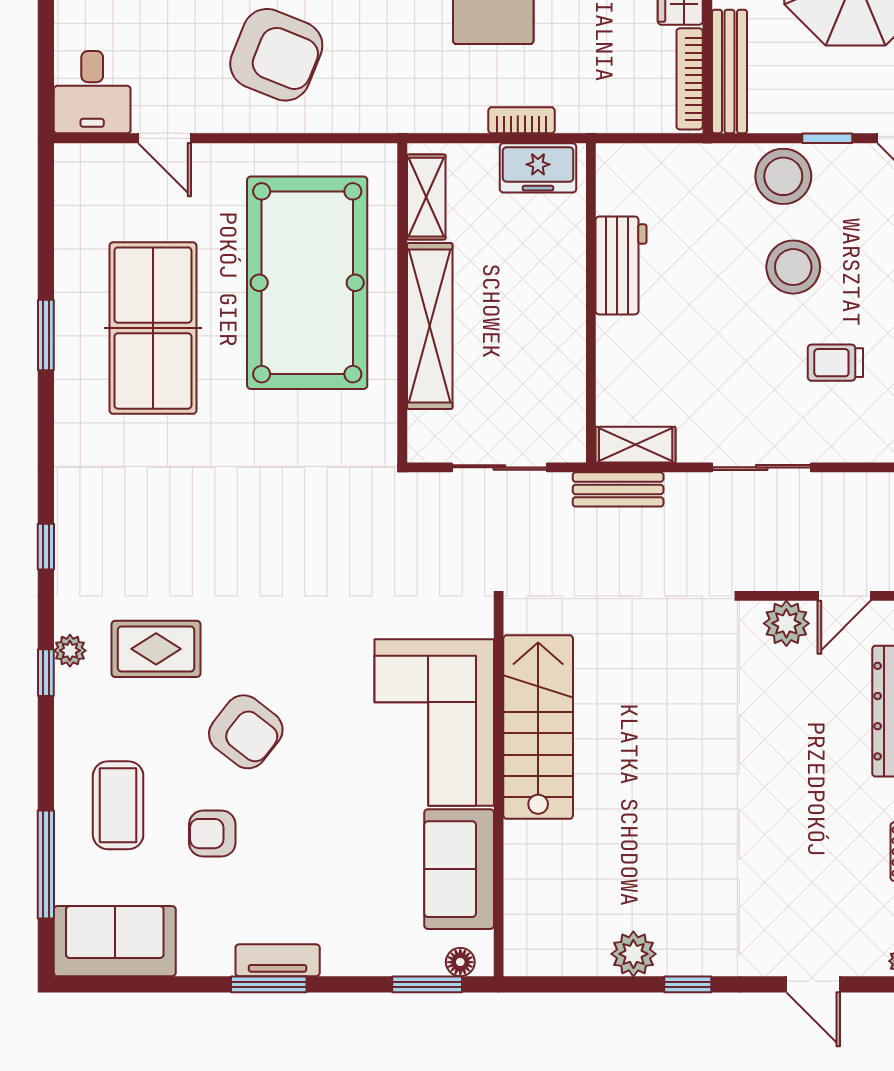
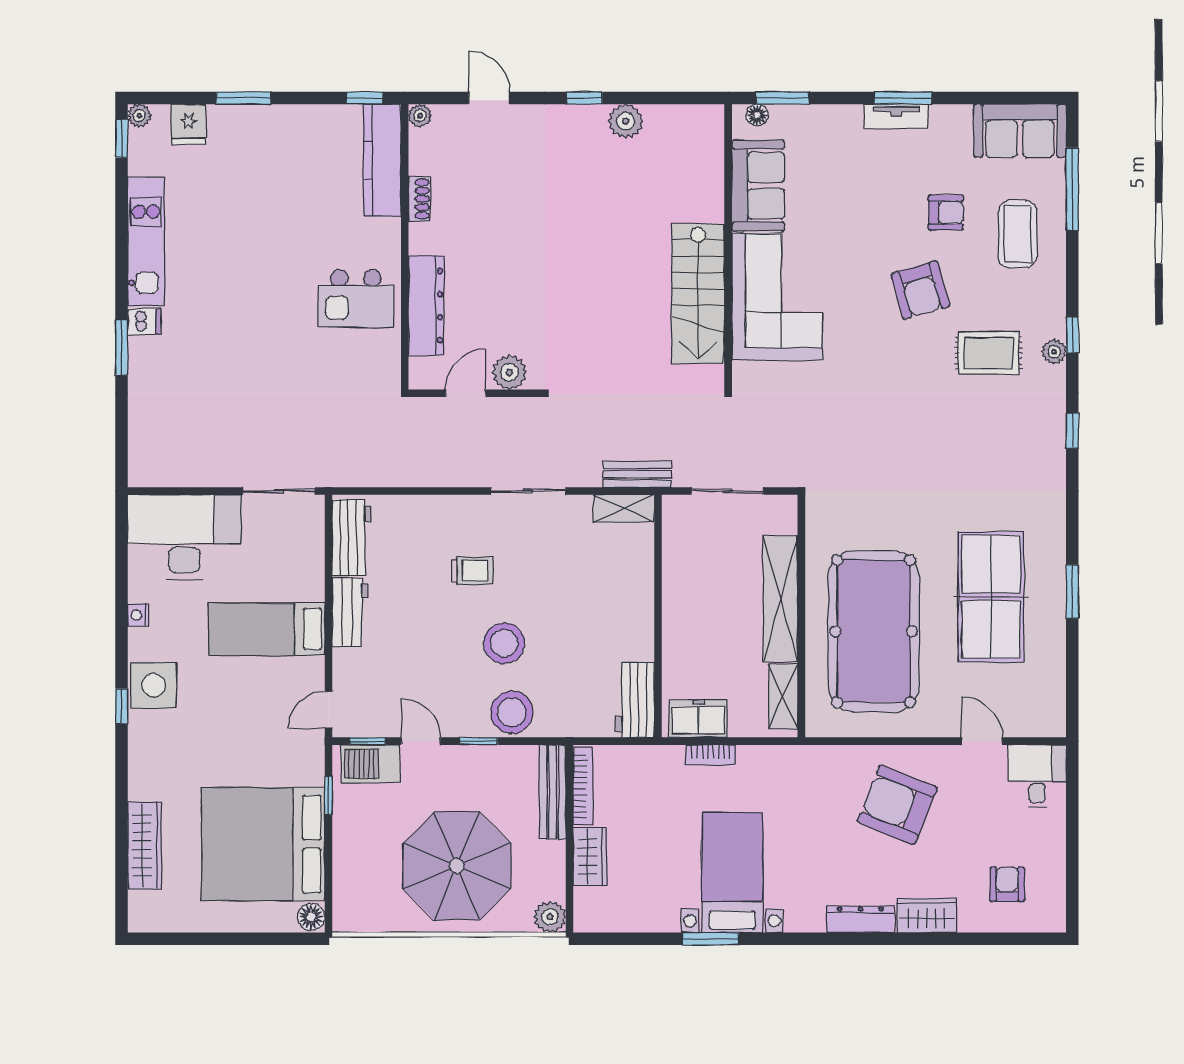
workbench: (621, 265) -> (635, 700), moved
armchair: (246, 732) -> (920, 290), turned -144

